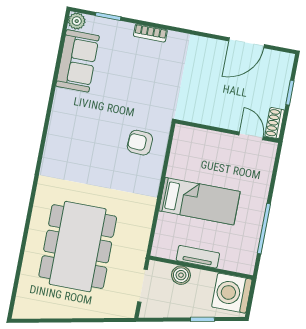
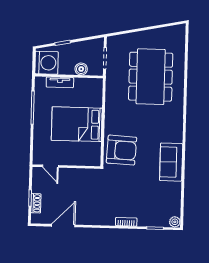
sofa: (78, 61) -> (171, 162), moved
shoe rack: (275, 123) -> (36, 203), moved
armchair: (140, 143) -> (121, 150), width x1.88, depth x1.88
bed: (199, 201) -> (77, 124), width x1.50
tv unit: (198, 257) -> (60, 82), moved

